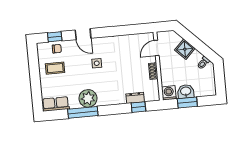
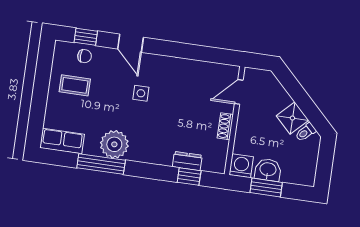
shower: (185, 49) -> (292, 118), moved

